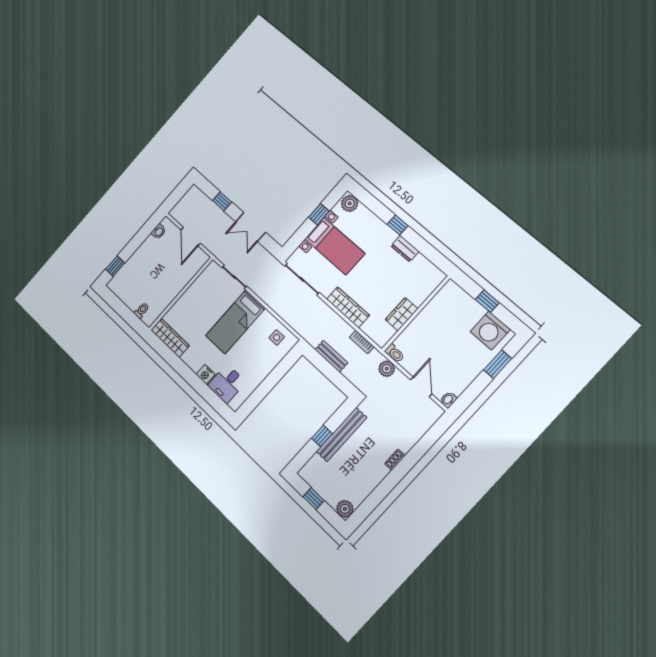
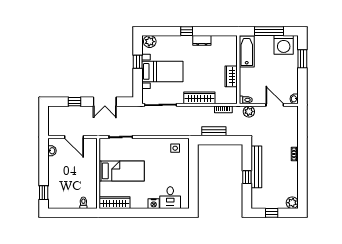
window: (487, 301) -> (269, 31), width x2.17
bathtub: (443, 302) -> (247, 51), added
bed: (235, 322) -> (122, 171), moved, turned -90

